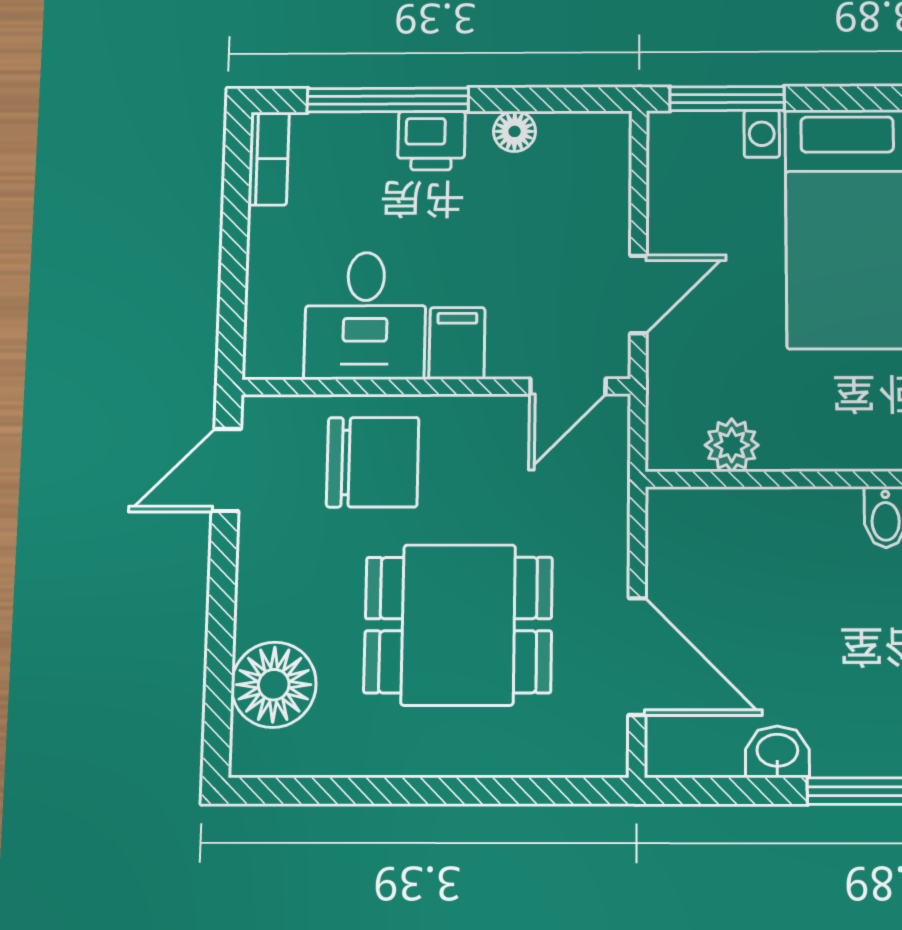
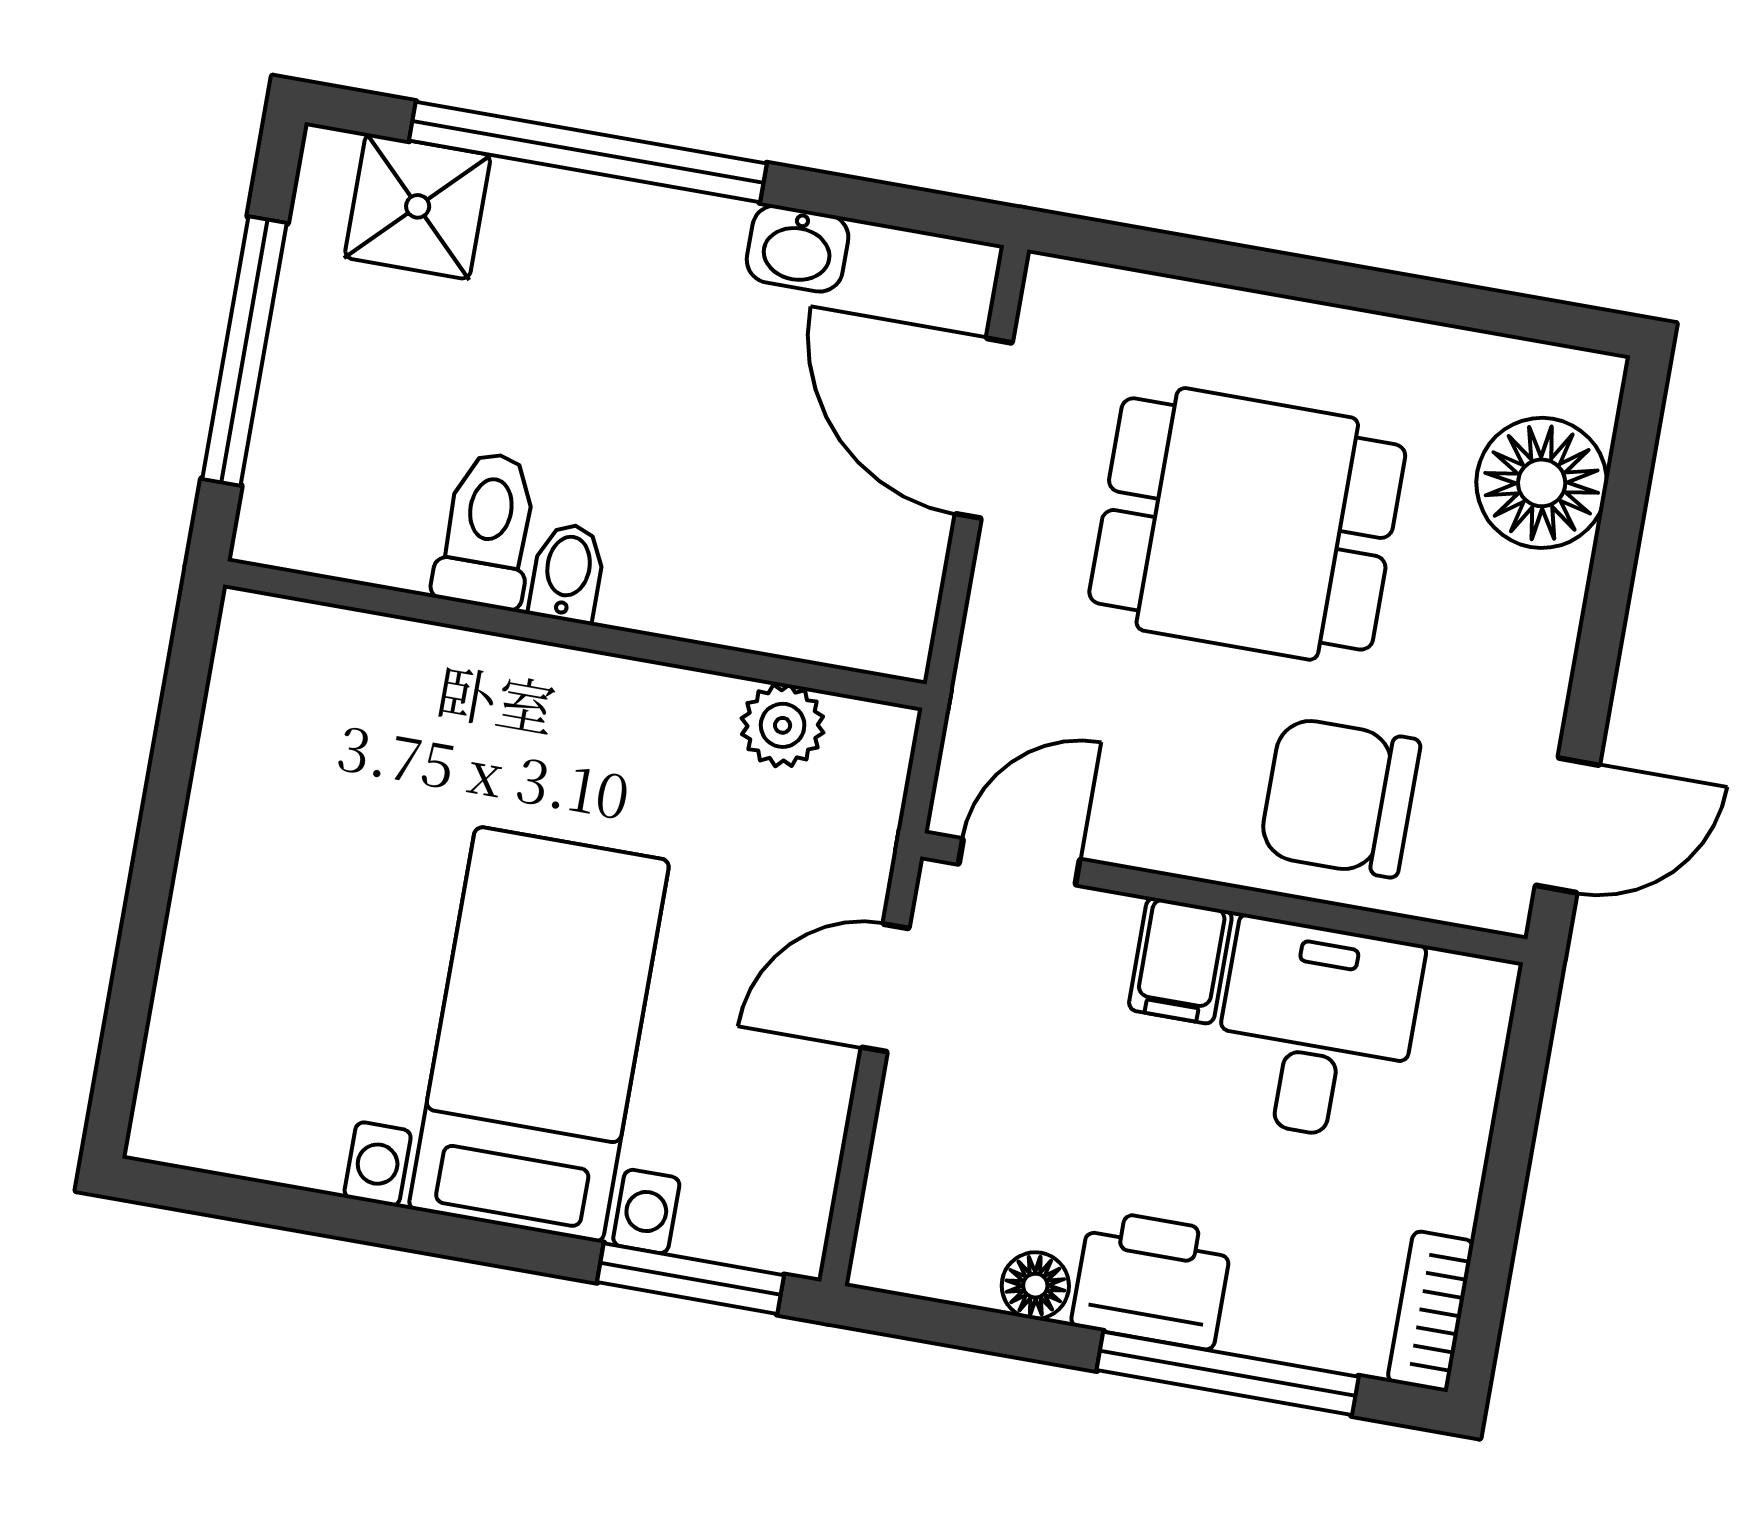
printer: (431, 141) -> (1152, 1279), width x1.36, depth x1.24

